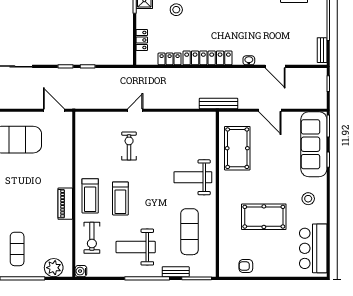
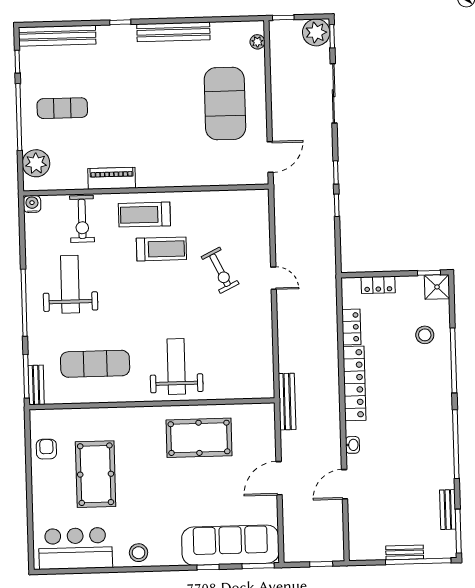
bench: (322, 50) -> (405, 552), moved
exercise bike: (129, 146) -> (220, 270), turned 64
pool table: (237, 148) -> (199, 438), moved
treadmill: (120, 198) -> (161, 249), moved, turned 180
stool: (308, 199) -> (139, 553), moved
piano: (65, 204) -> (112, 178), moved
pool table: (264, 217) -> (96, 474), moved
exercise bike: (92, 238) -> (82, 219), turned -90
bench: (176, 272) -> (36, 385), moved

